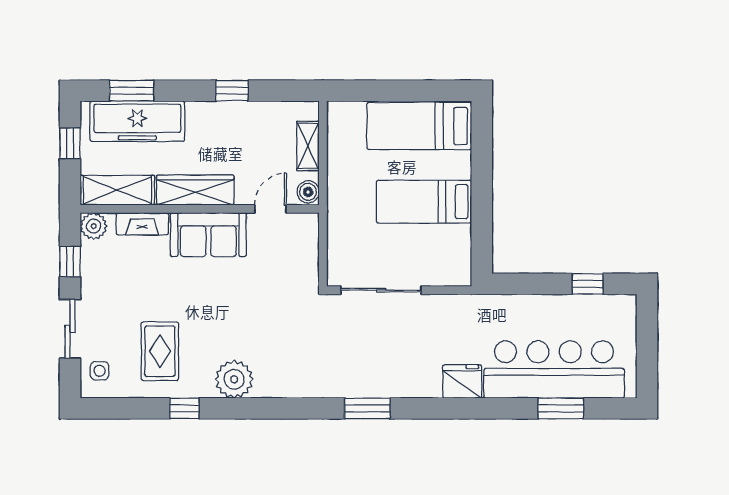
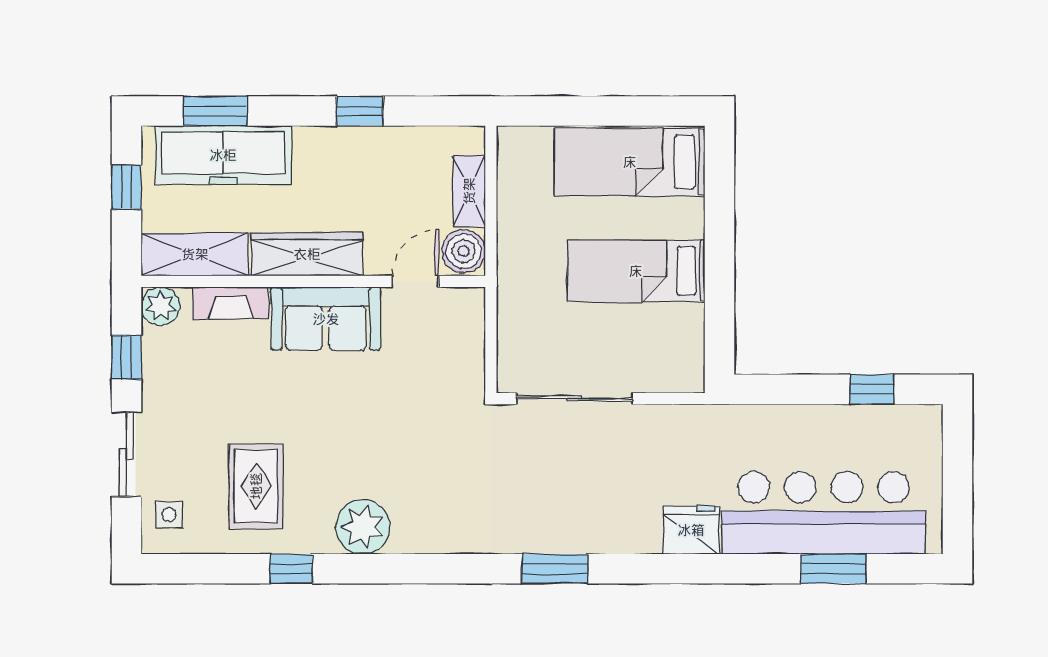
boiler: (308, 192) -> (464, 251), width x1.36, depth x1.36

